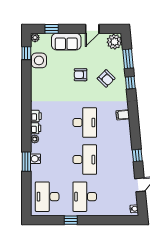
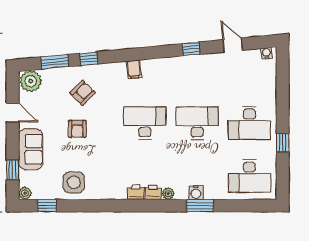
side table: (39, 60) -> (74, 182), moved

